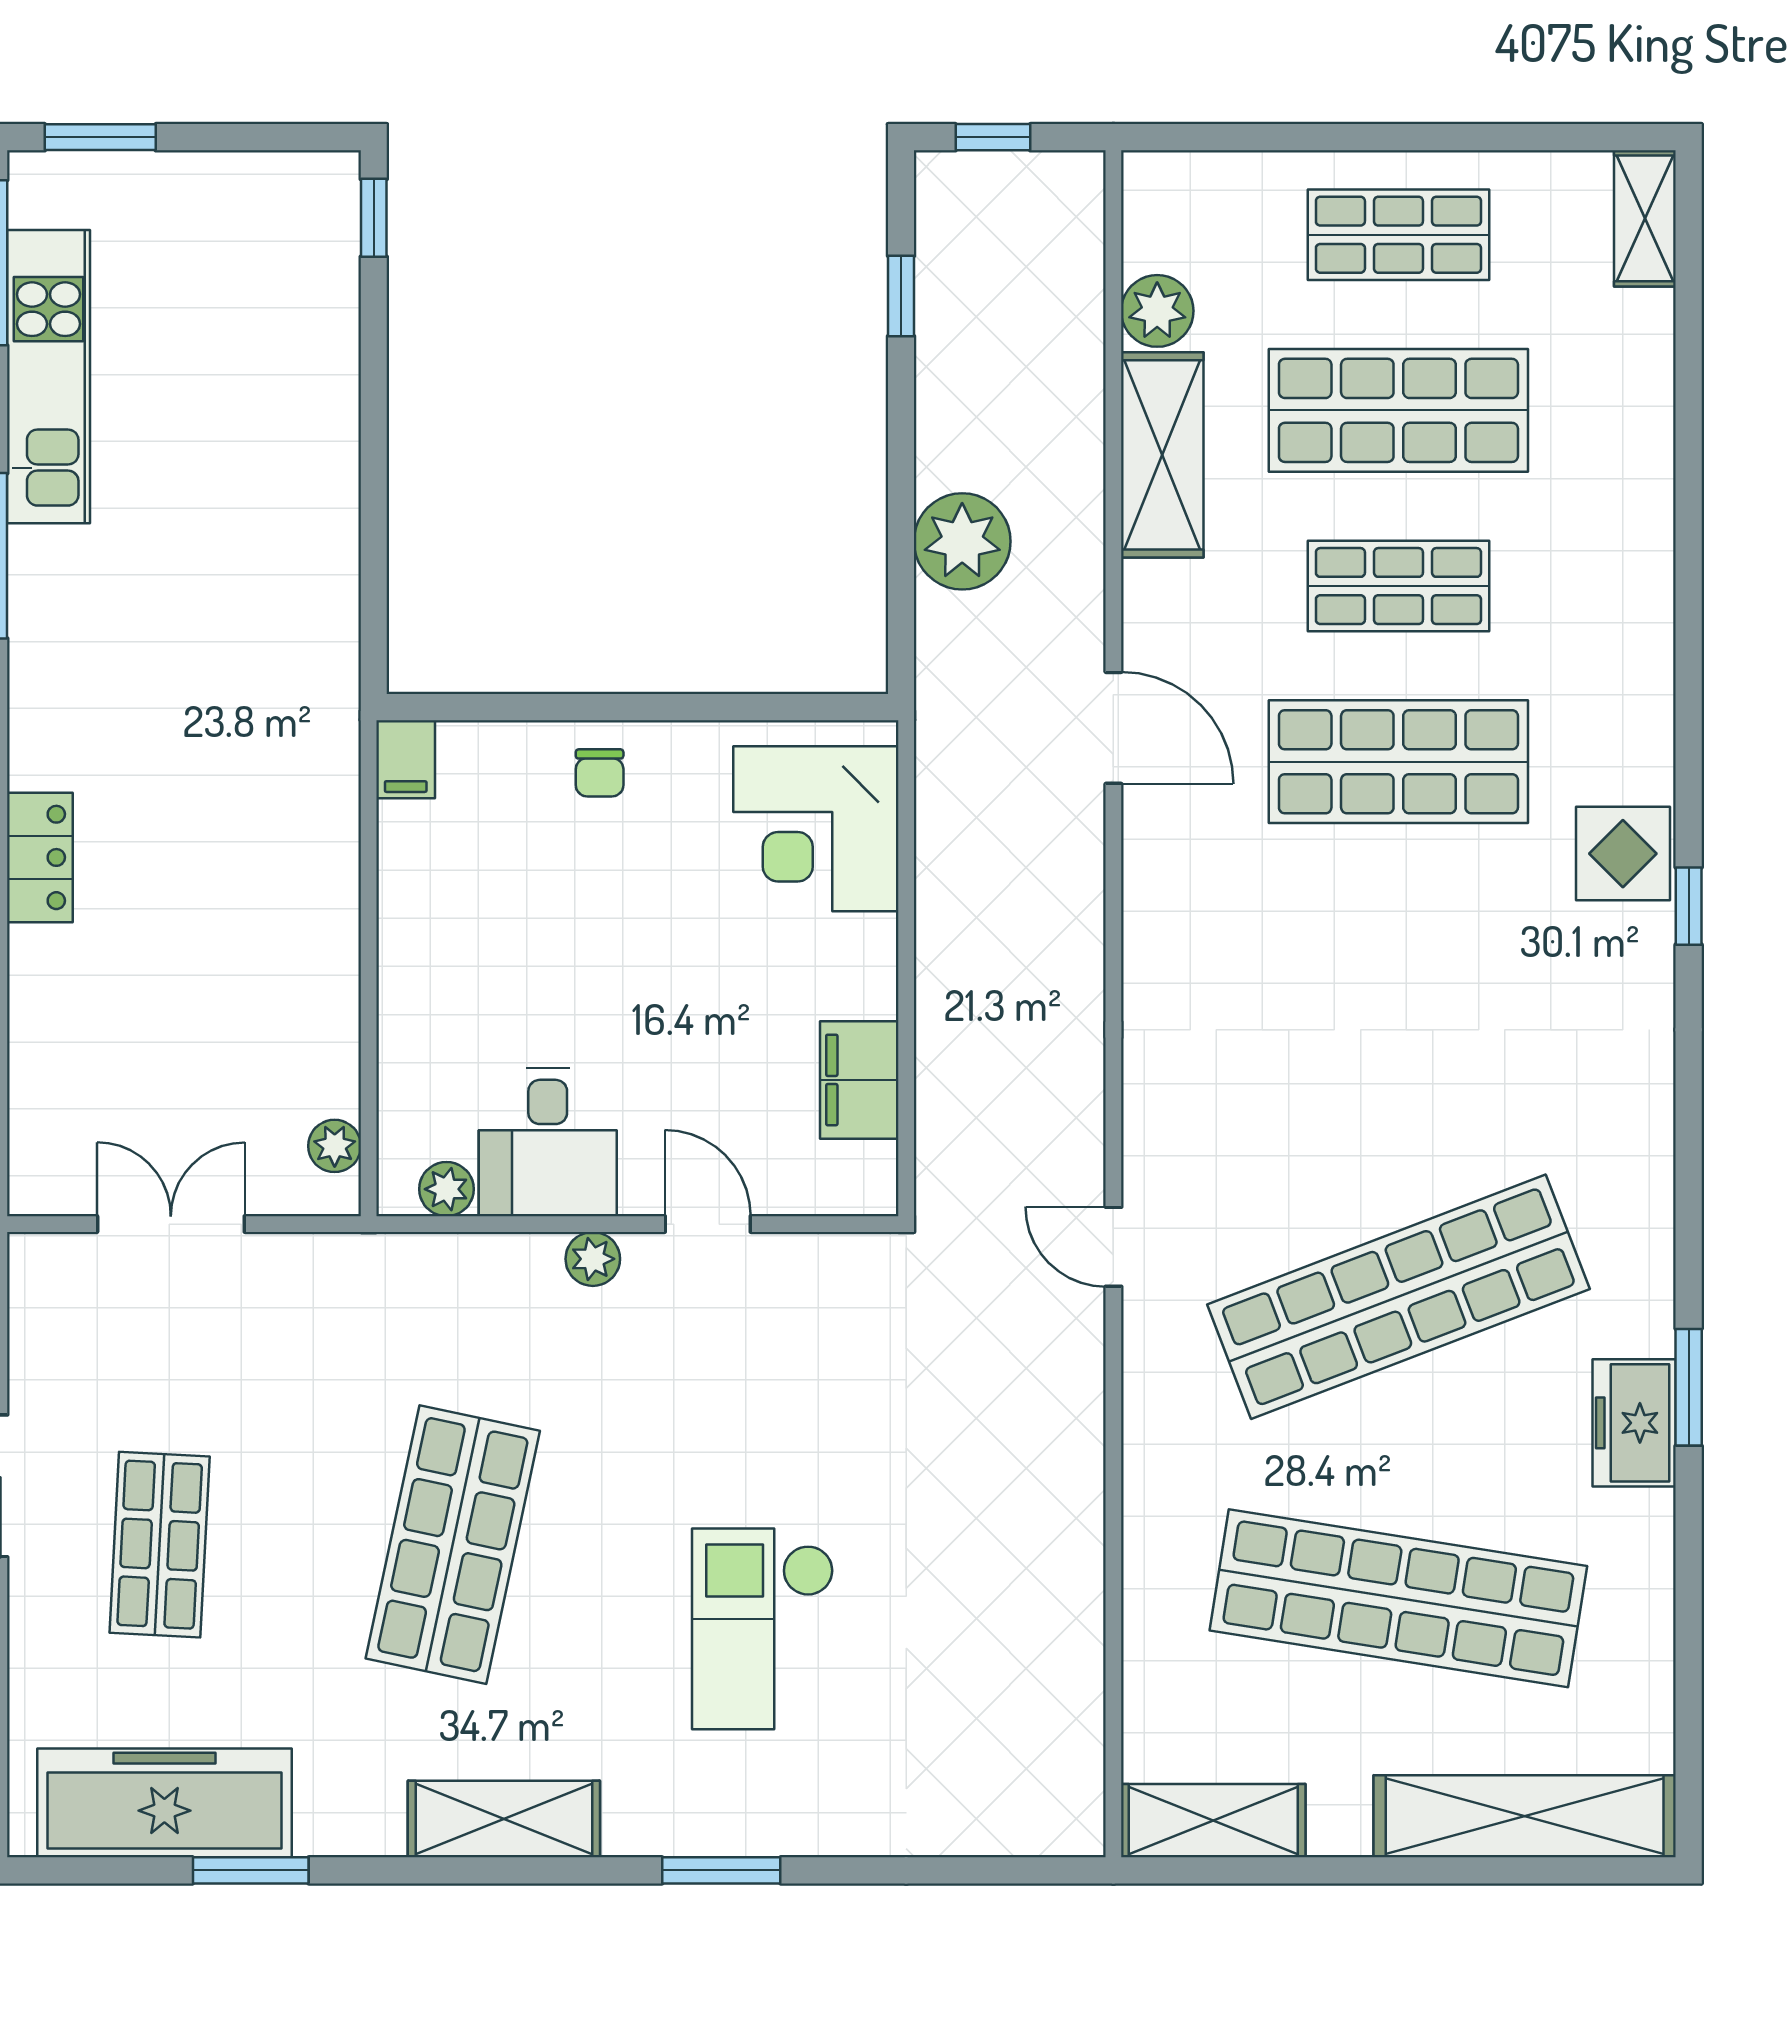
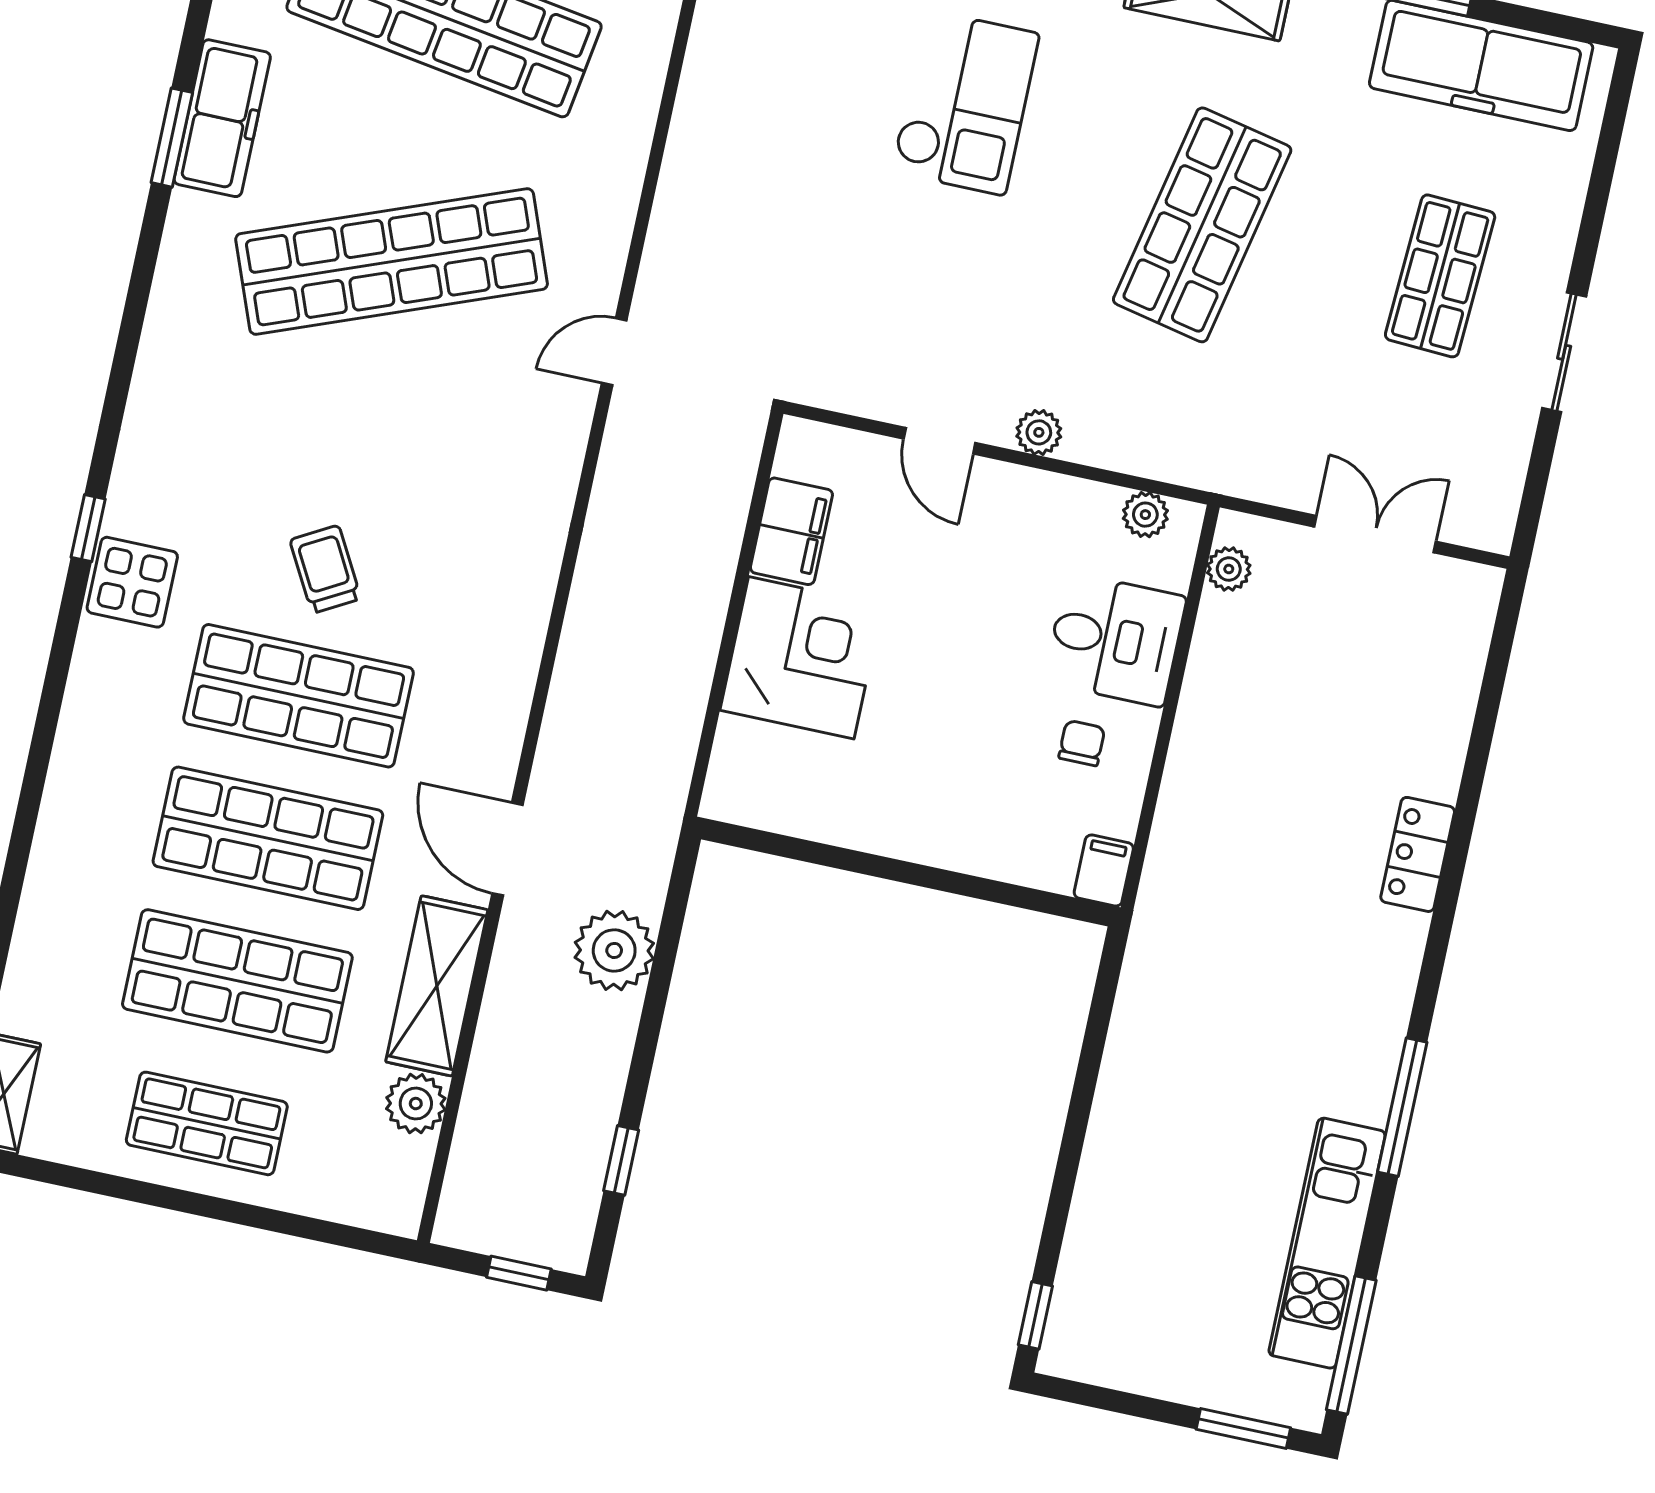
shop shelf: (1398, 586) -> (268, 838), width x1.43, depth x1.36
door: (1113, 728) -> (508, 849), moved
chair: (600, 773) -> (1082, 743), moved
corner desk: (816, 829) -> (801, 658), moved
trolley: (1399, 918) -> (325, 569), added
desk: (548, 1142) -> (1115, 640), moved, turned 90
double door: (171, 1224) -> (1375, 534), swing flipped
door: (1113, 1247) -> (614, 352), swing flipped
freezer: (1634, 1423) -> (222, 118), width x1.40

